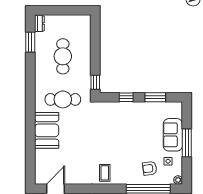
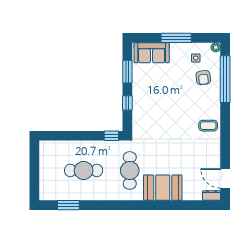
dresser: (39, 23) -> (212, 196), moved
sofa: (173, 135) -> (152, 53), moved

